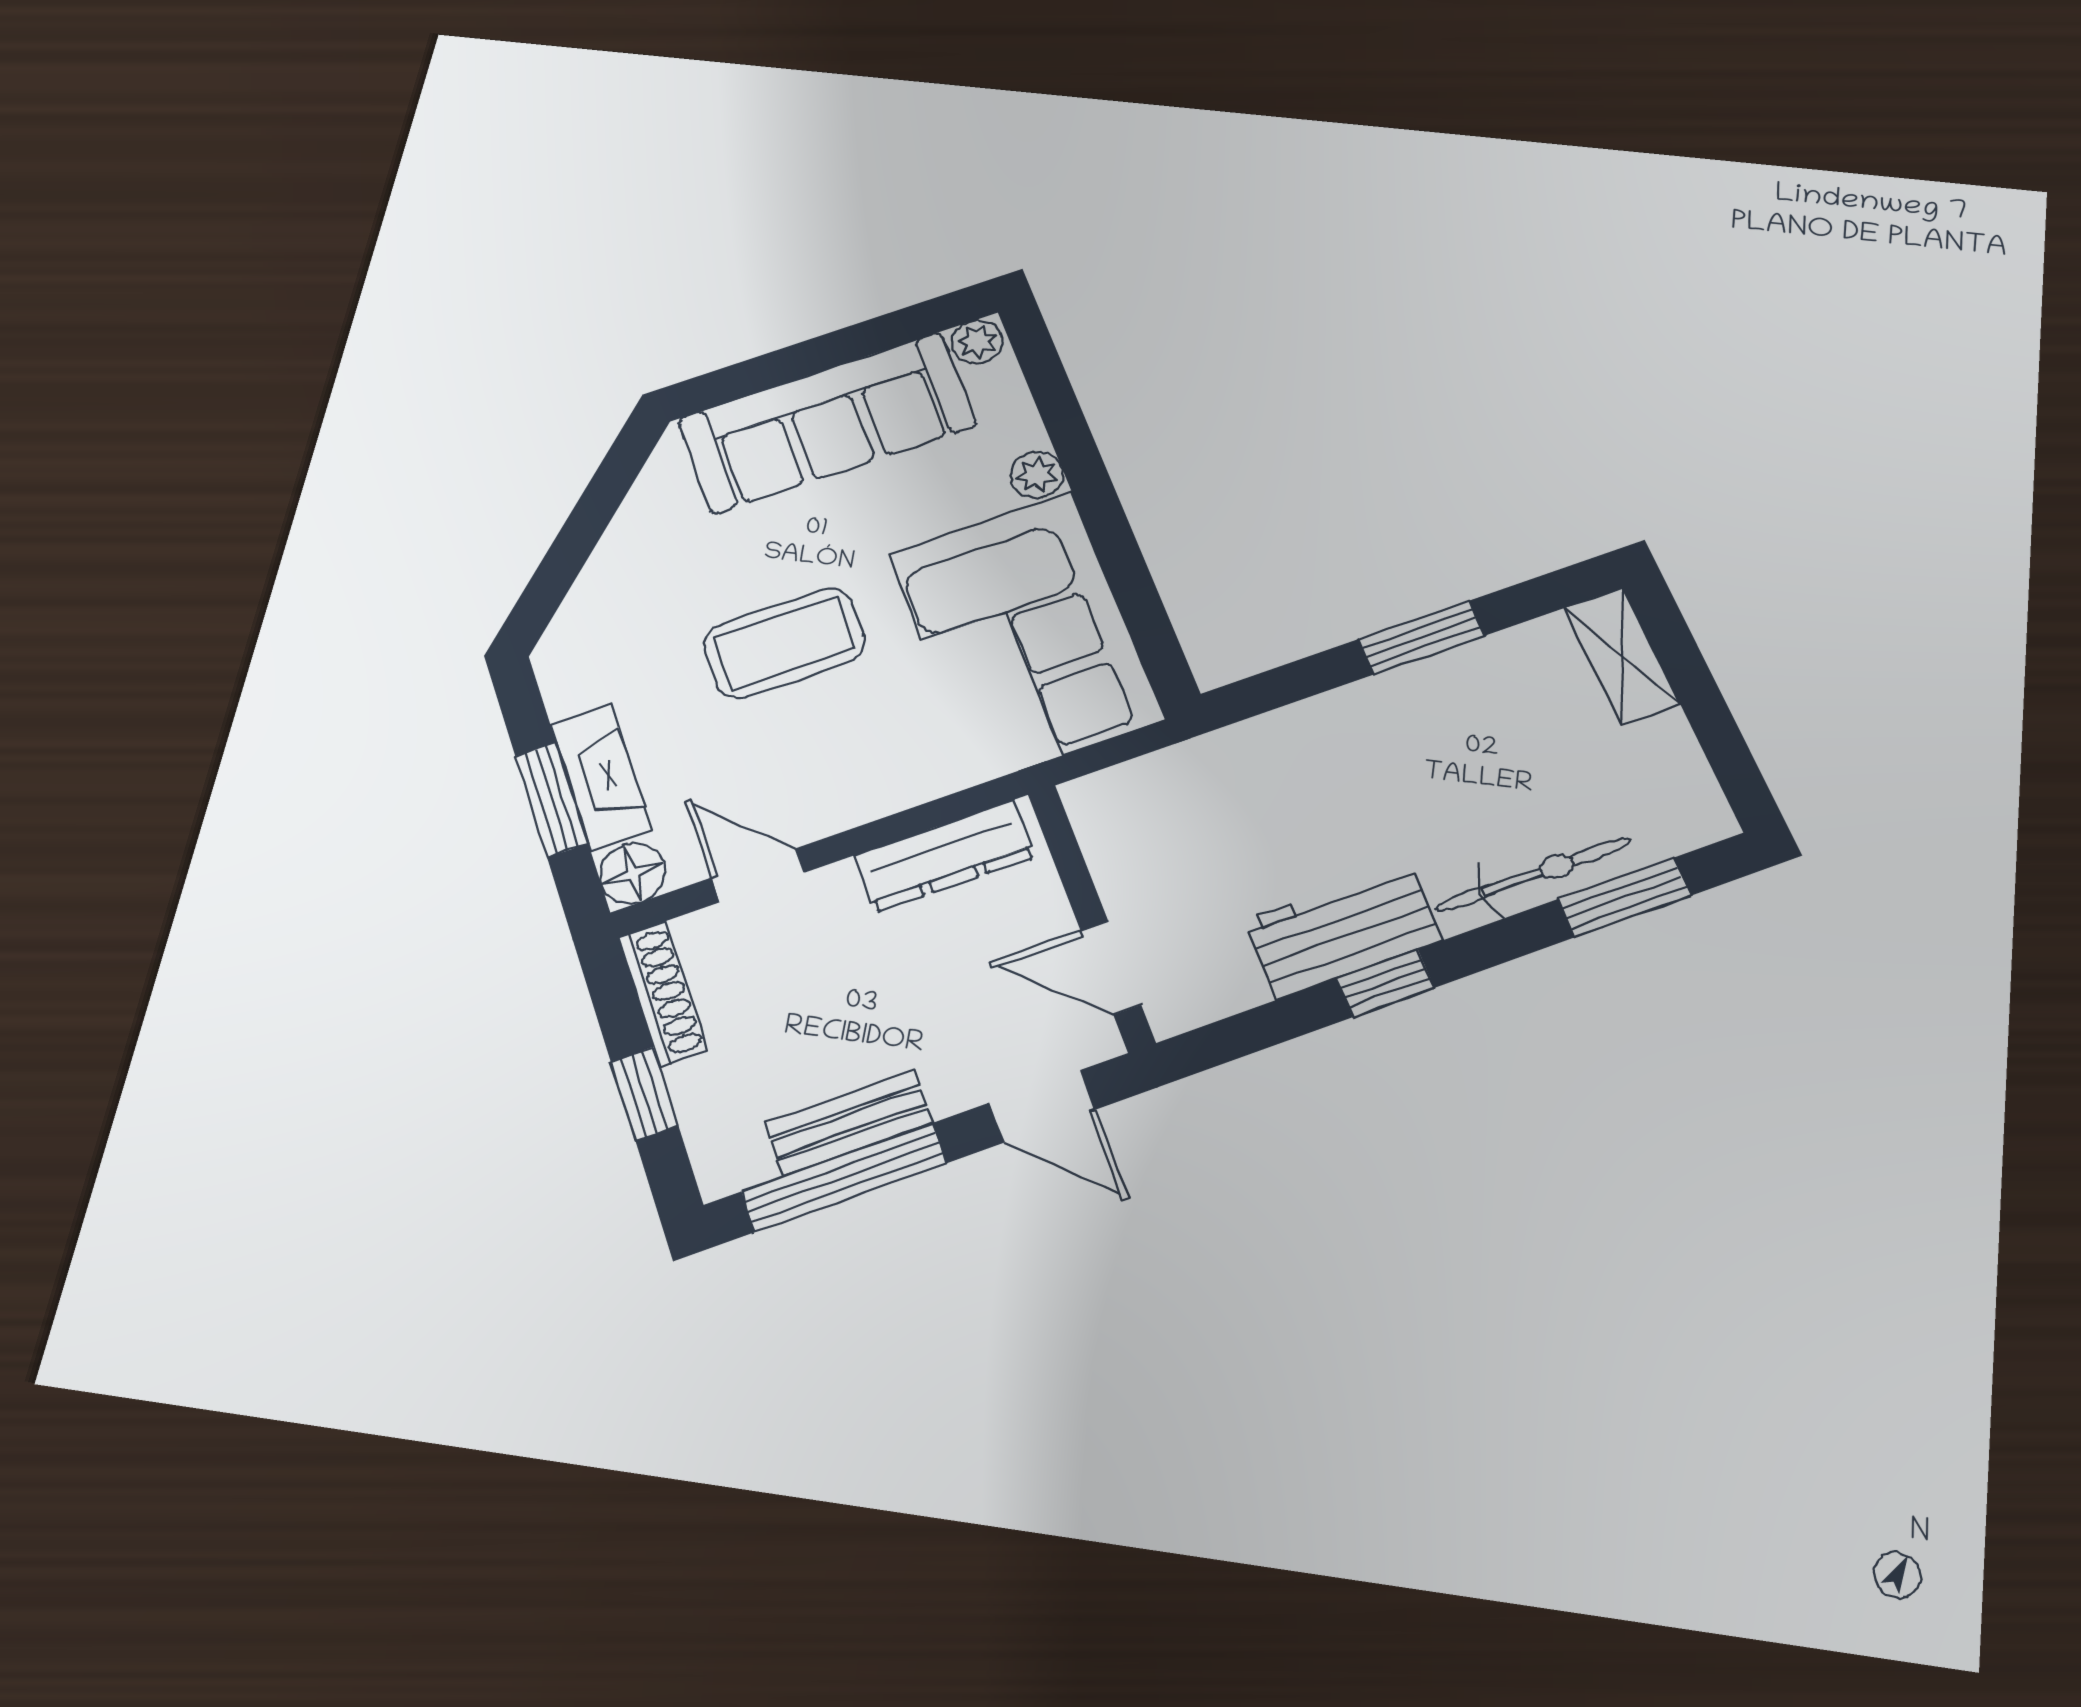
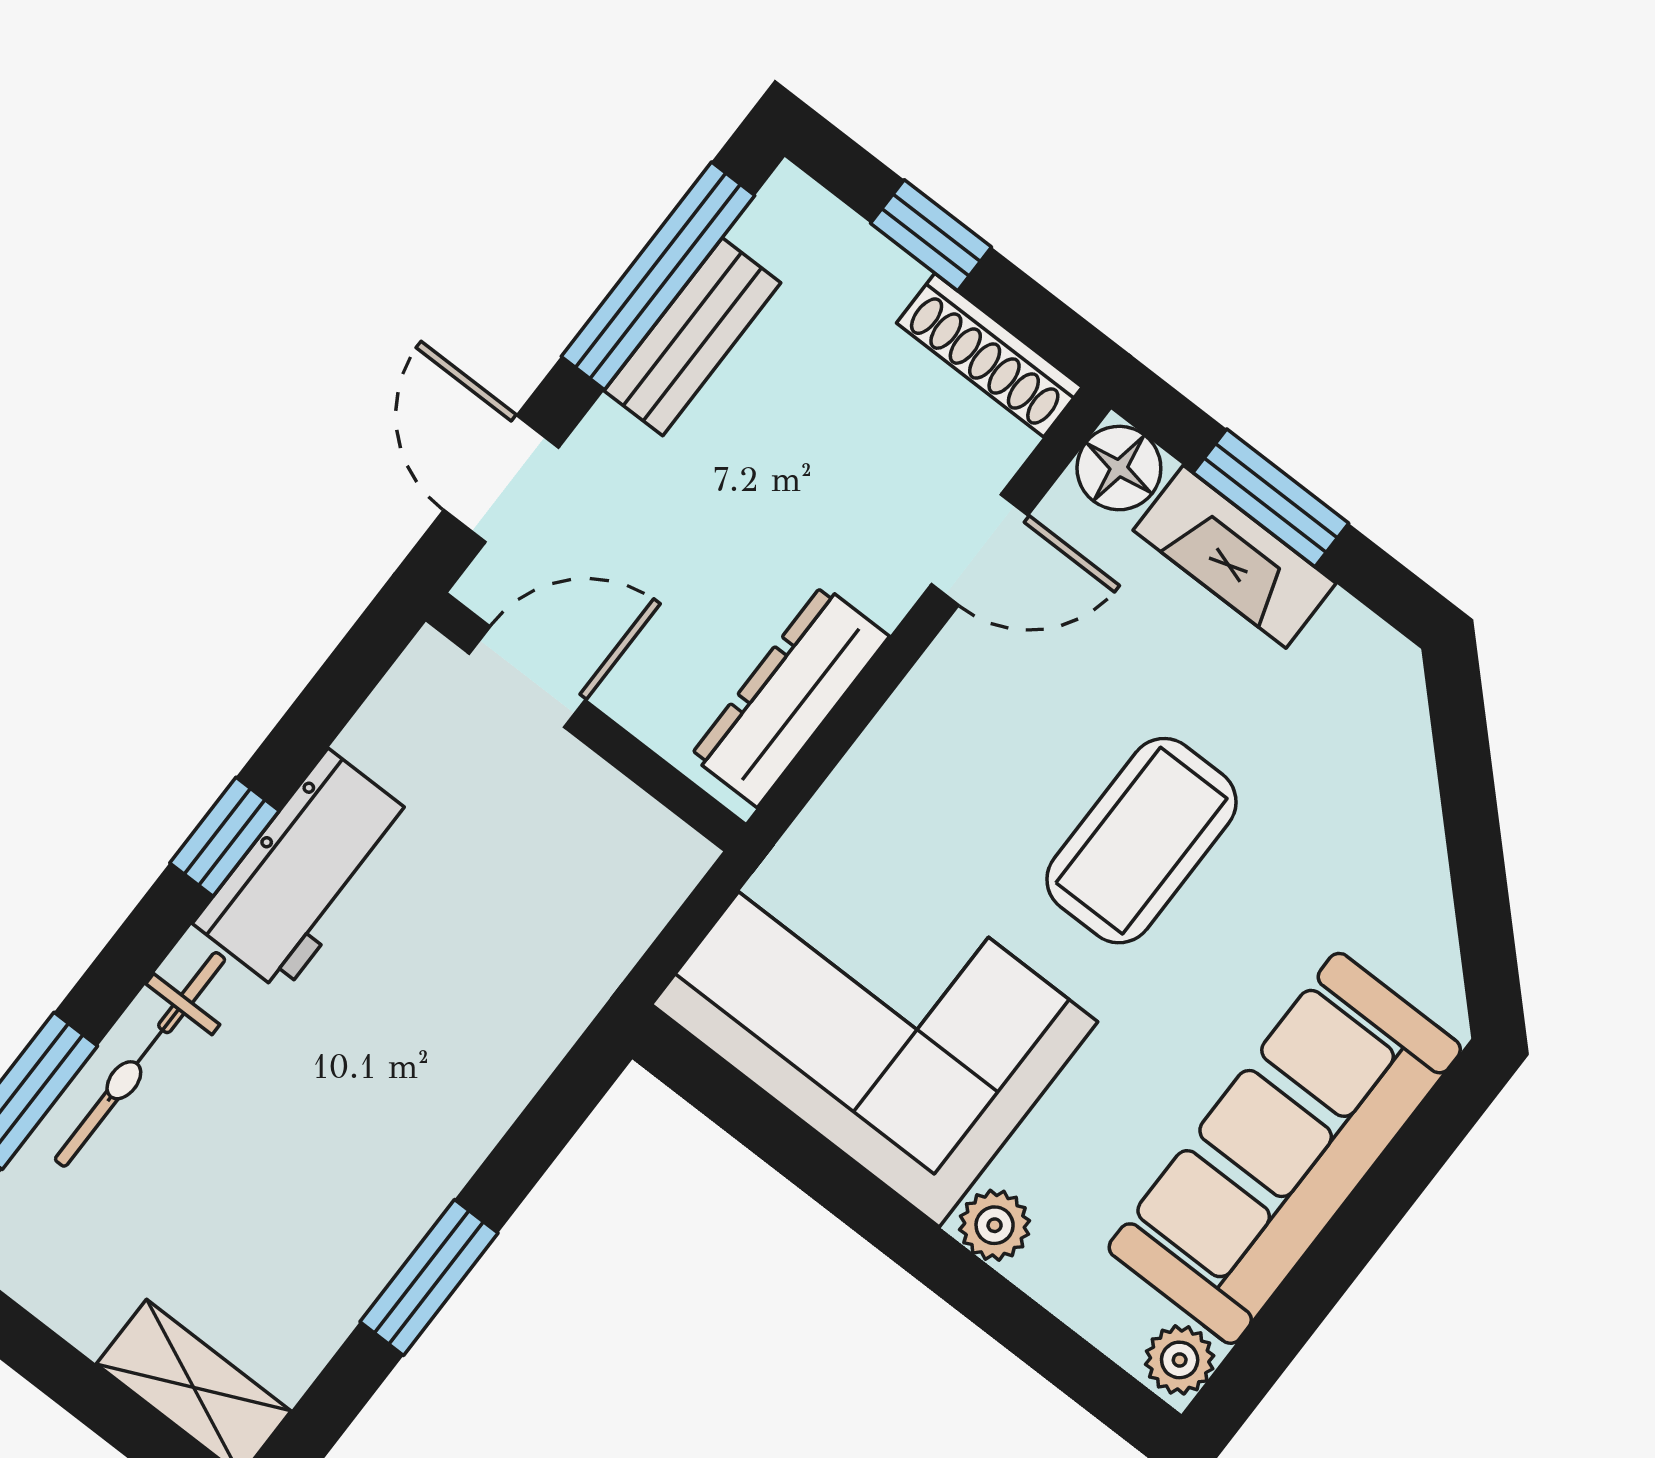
door: (1042, 1106) -> (501, 479), hinge flipped

